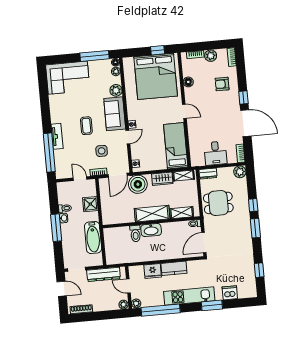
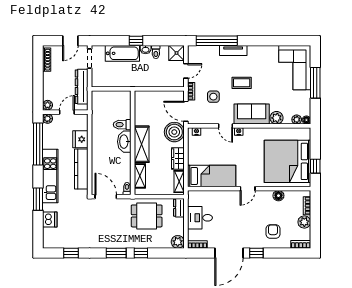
window: (95, 56) -> (315, 83), moved
dining table: (218, 203) -> (147, 216), turned 90
shower: (90, 204) -> (177, 53), moved
window: (56, 228) -> (136, 41), width x0.46
bathtub: (93, 238) -> (122, 53), moved, turned 180
kitchen counter: (174, 268) -> (81, 169), width x1.50

